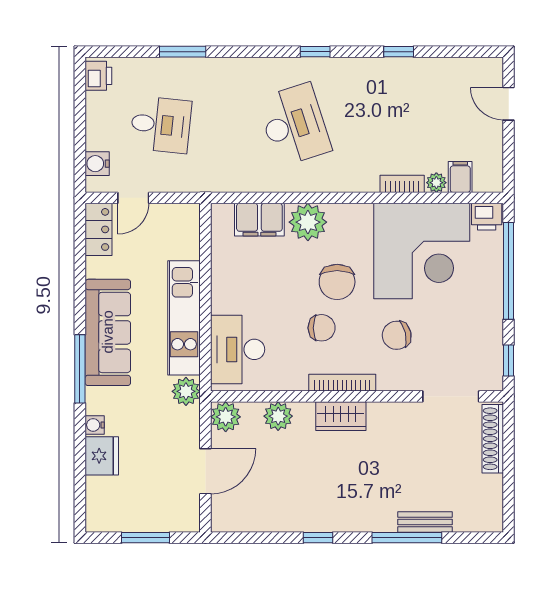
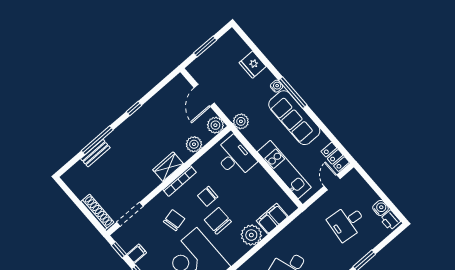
water cooler: (97, 164) -> (380, 208), moved
kitchen unit: (184, 318) -> (284, 170), moved
filing cabinet: (489, 334) -> (137, 254), added
water cooler: (95, 425) -> (276, 86), moved

